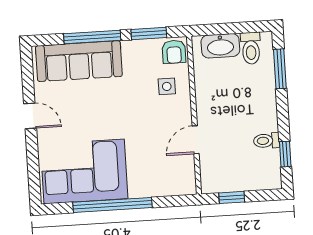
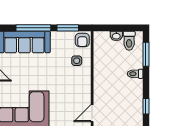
washbasin: (220, 46) -> (116, 36), width x0.52, depth x0.69
door: (196, 140) -> (92, 113), moved
toilet: (266, 141) -> (135, 74), moved

